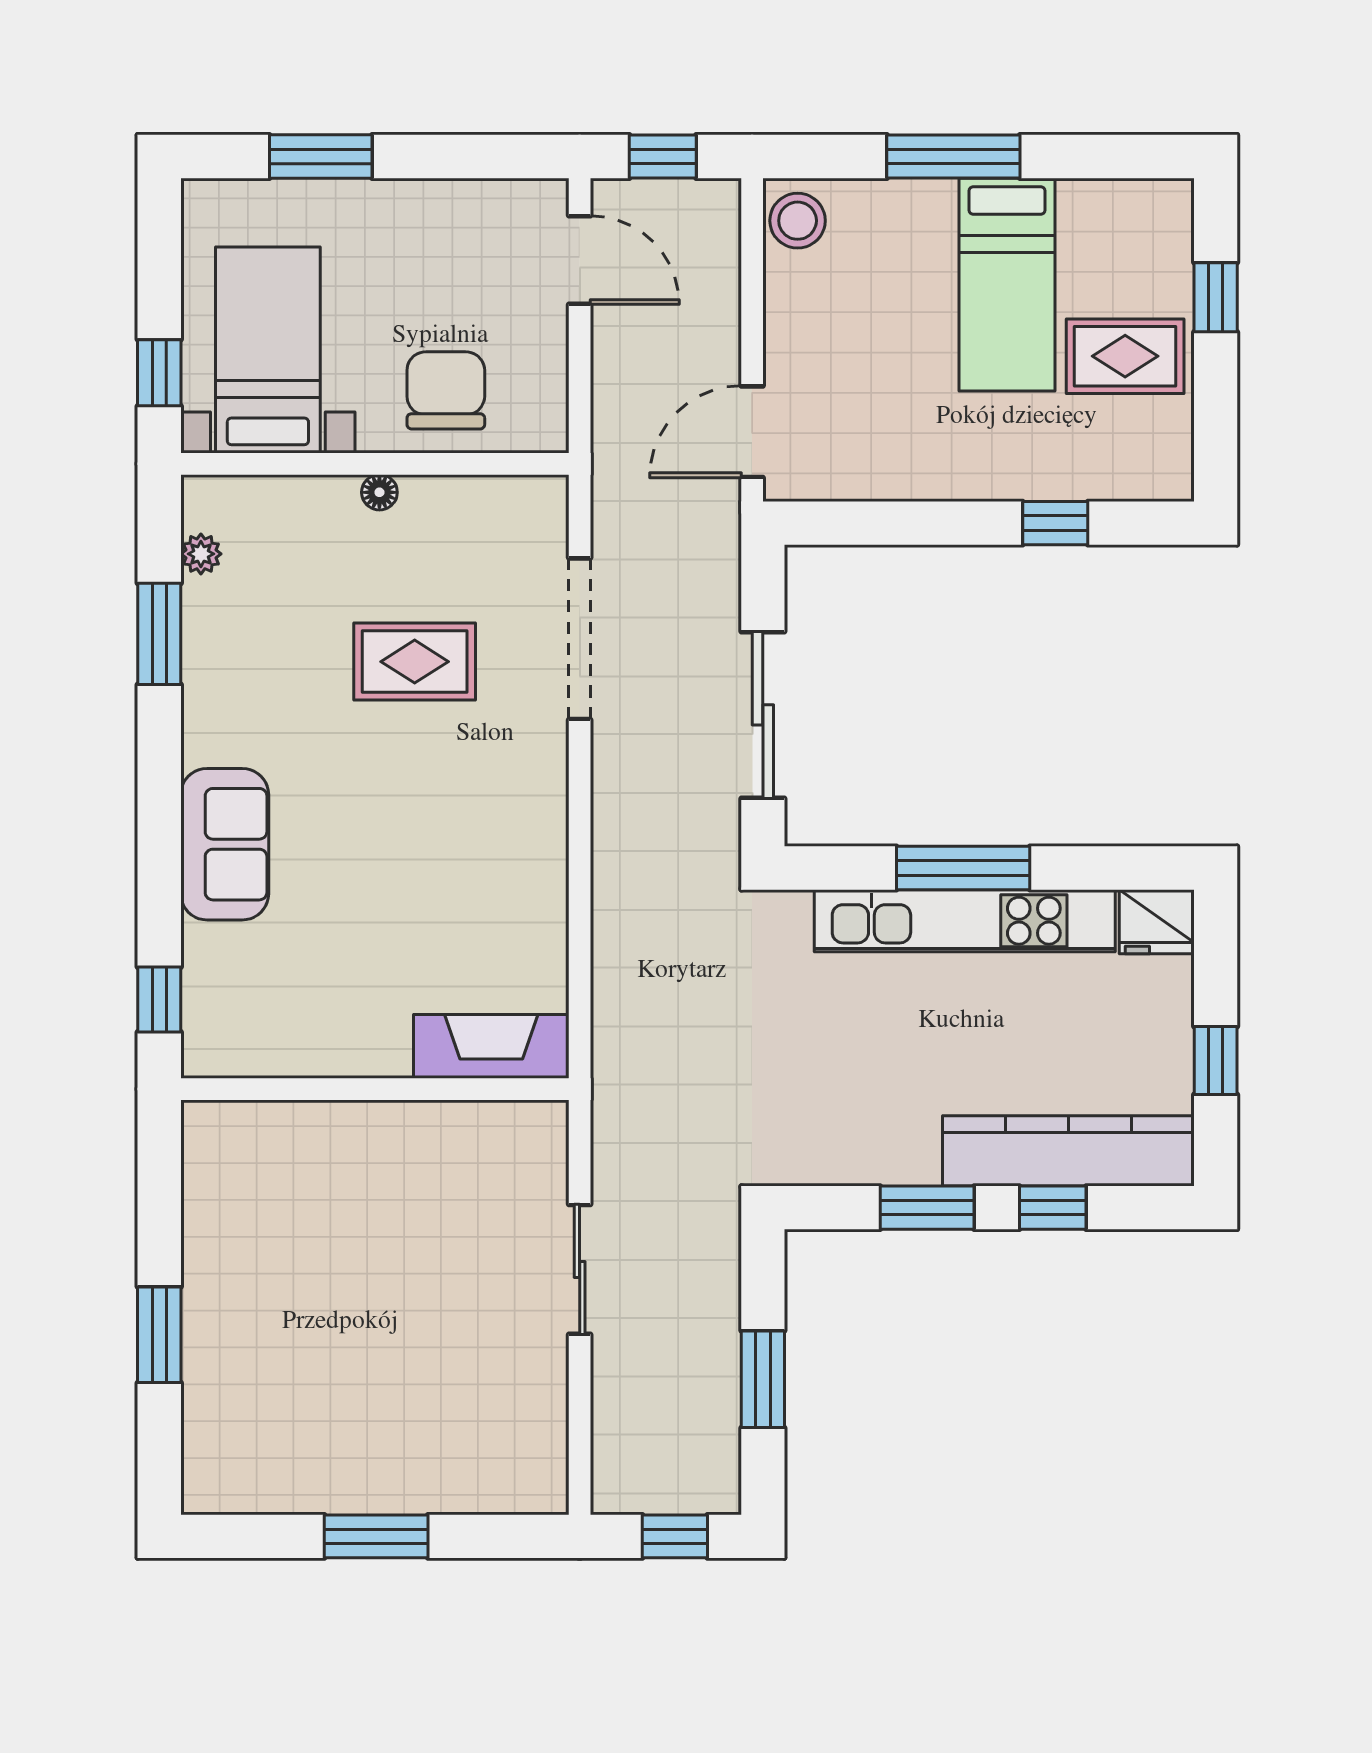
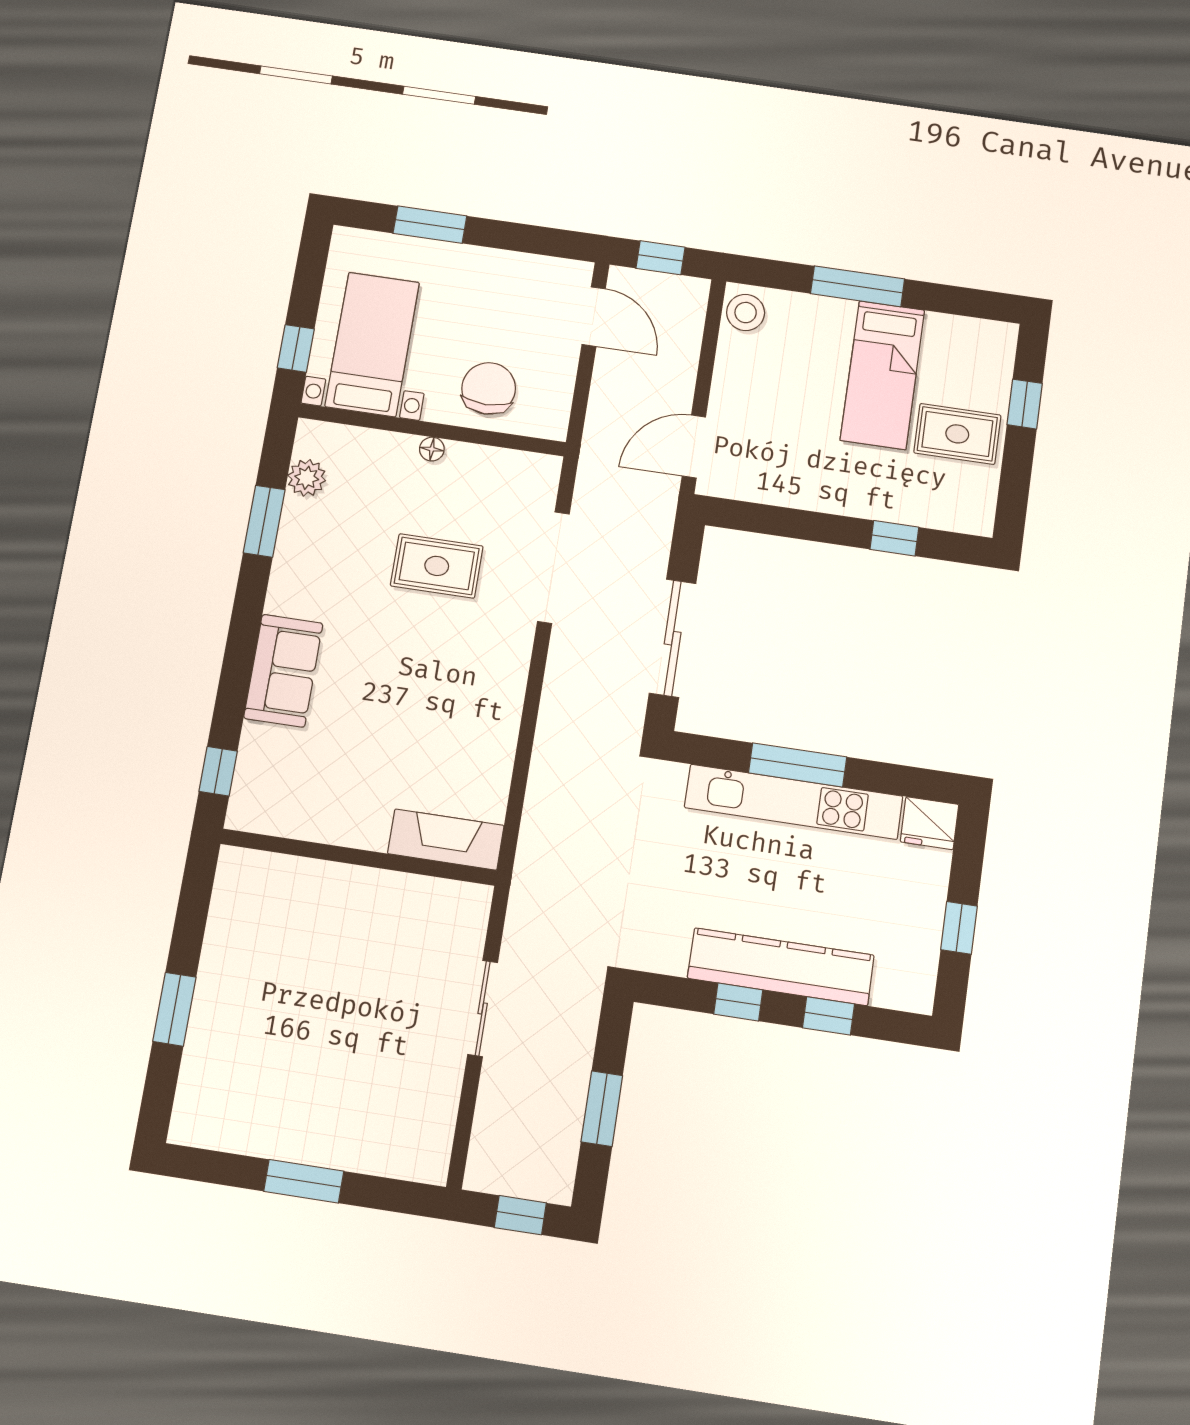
plant: (201, 554) -> (307, 478), width x1.38, depth x1.38
kitchen counter: (1068, 1151) -> (781, 967), moved
window: (927, 1208) -> (738, 1002), width x0.67

